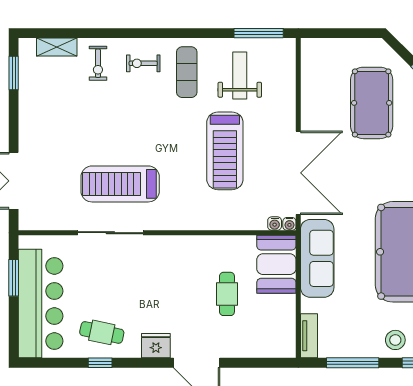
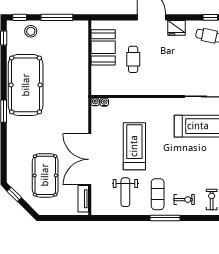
window: (259, 33) -> (165, 218), moved
double door: (298, 173) -> (90, 159), moved
sofa: (317, 258) -> (78, 81), removed
booth: (276, 264) -> (103, 47), moved
tv unit: (309, 336) -> (83, 199), moved

